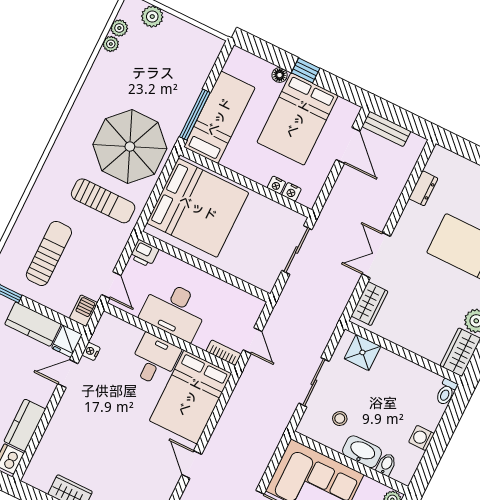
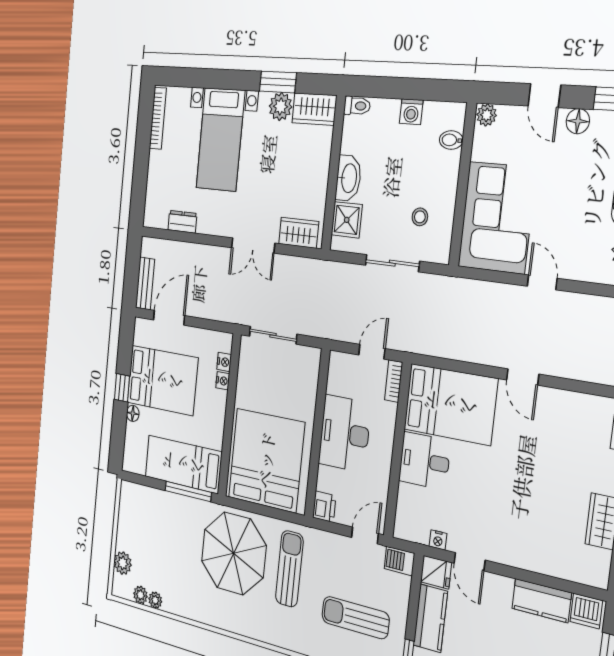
desk: (174, 310) -> (345, 433), moved, turned 180
washbasin: (362, 452) -> (348, 178), moved, turned 180
door: (192, 464) -> (523, 377), hinge flipped

